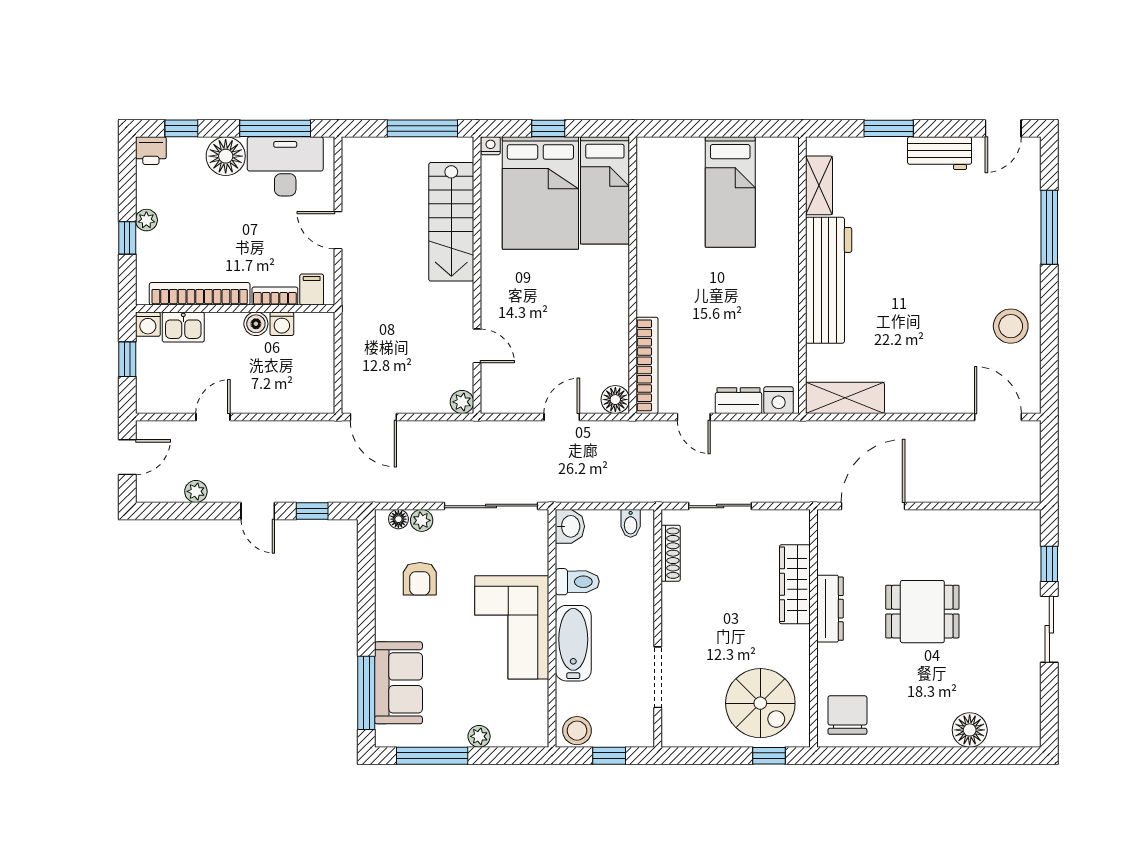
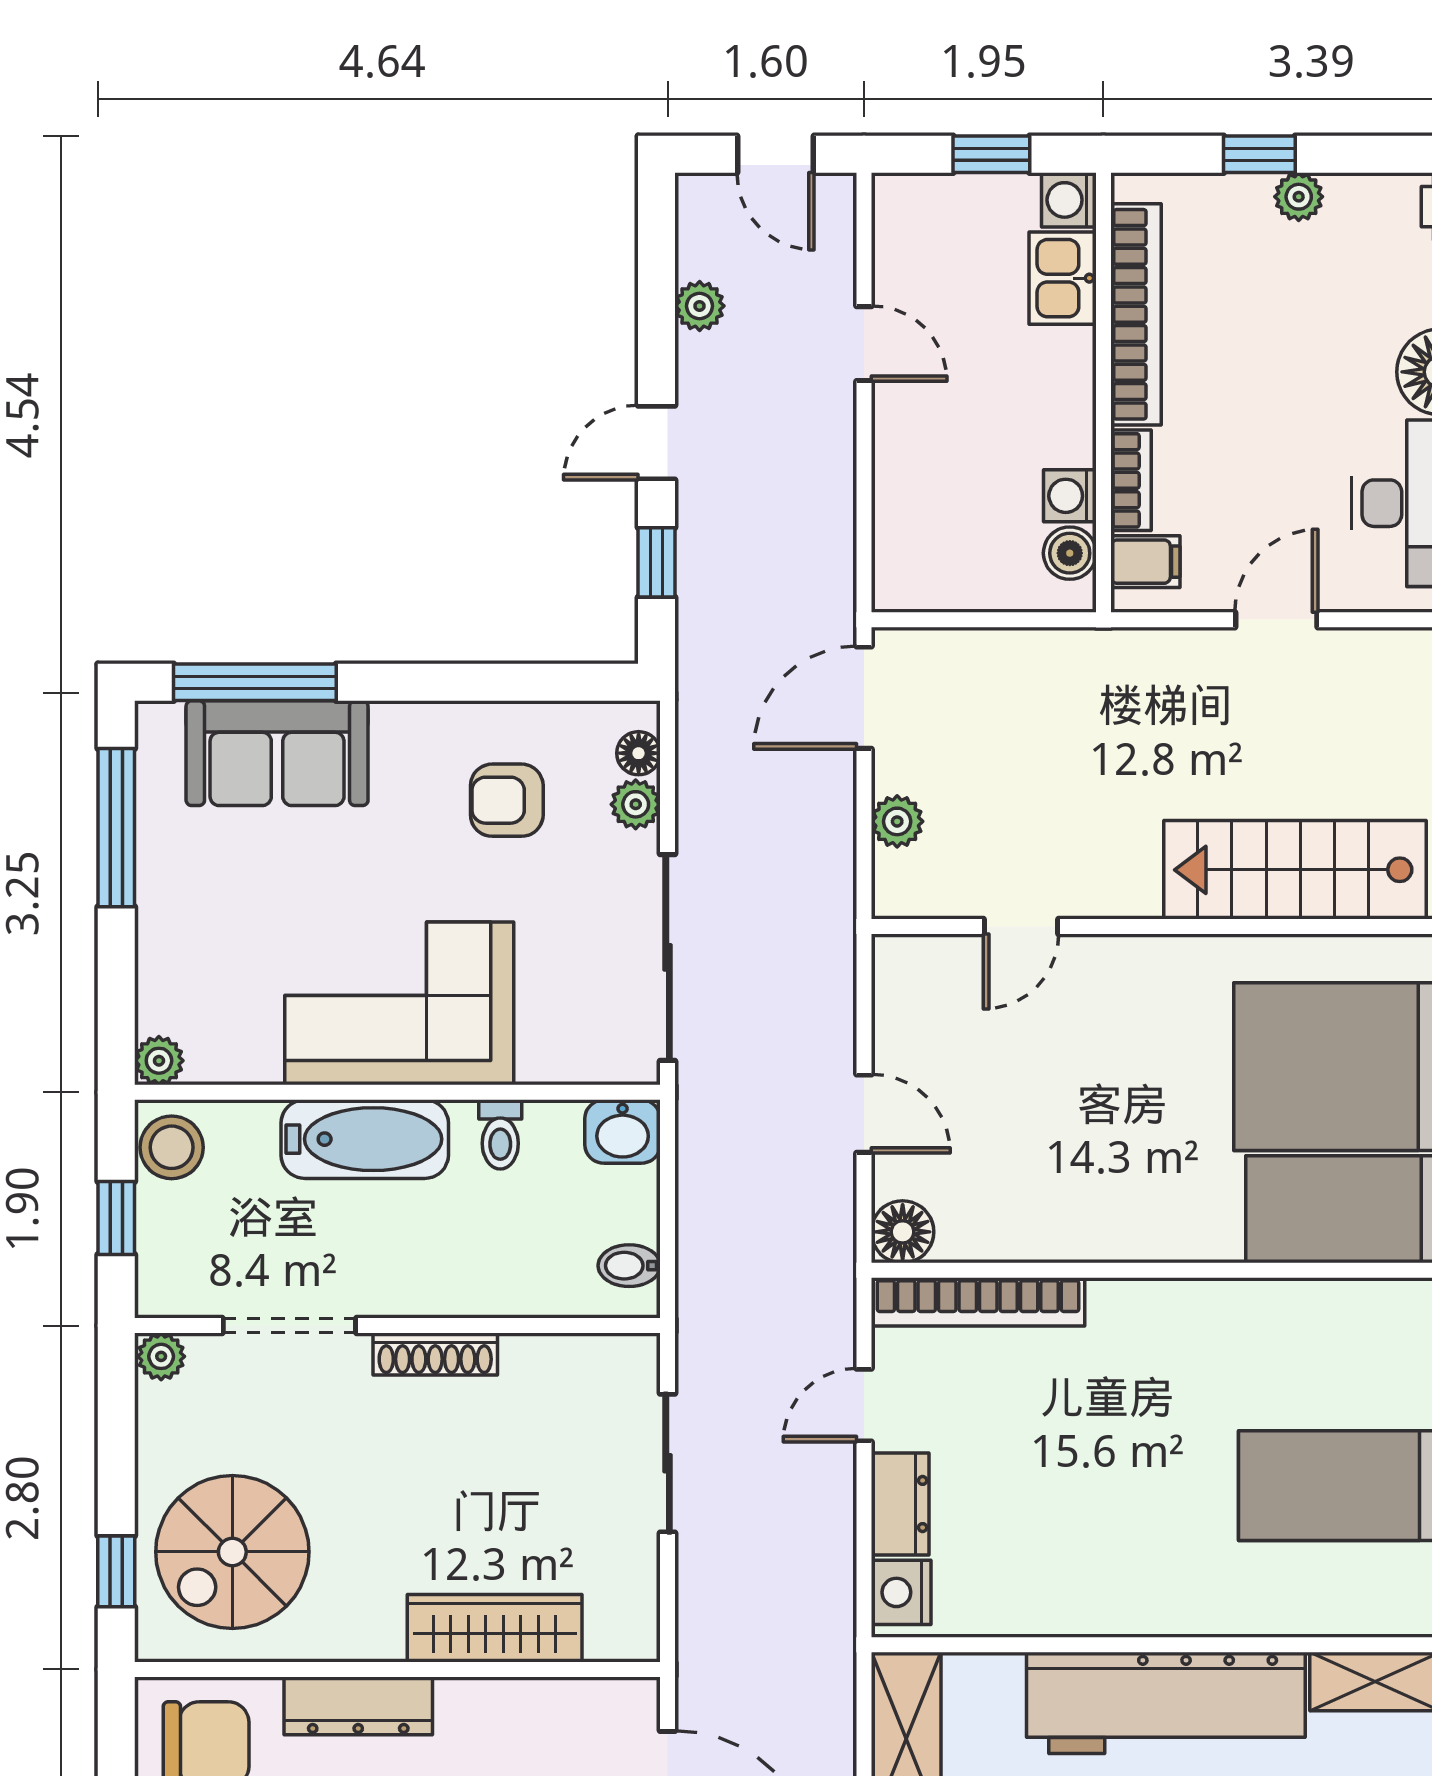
boiler: (256, 324) -> (1070, 553), moved
plant: (462, 402) -> (897, 821), moved
shoe rack: (671, 553) -> (435, 1354), moved
toilet: (577, 582) -> (500, 1134), width x0.73, depth x0.72
dresser: (830, 609) -> (358, 1706), moved
plant: (672, 735) -> (161, 1356), added
plant: (479, 736) -> (159, 1061), moved

